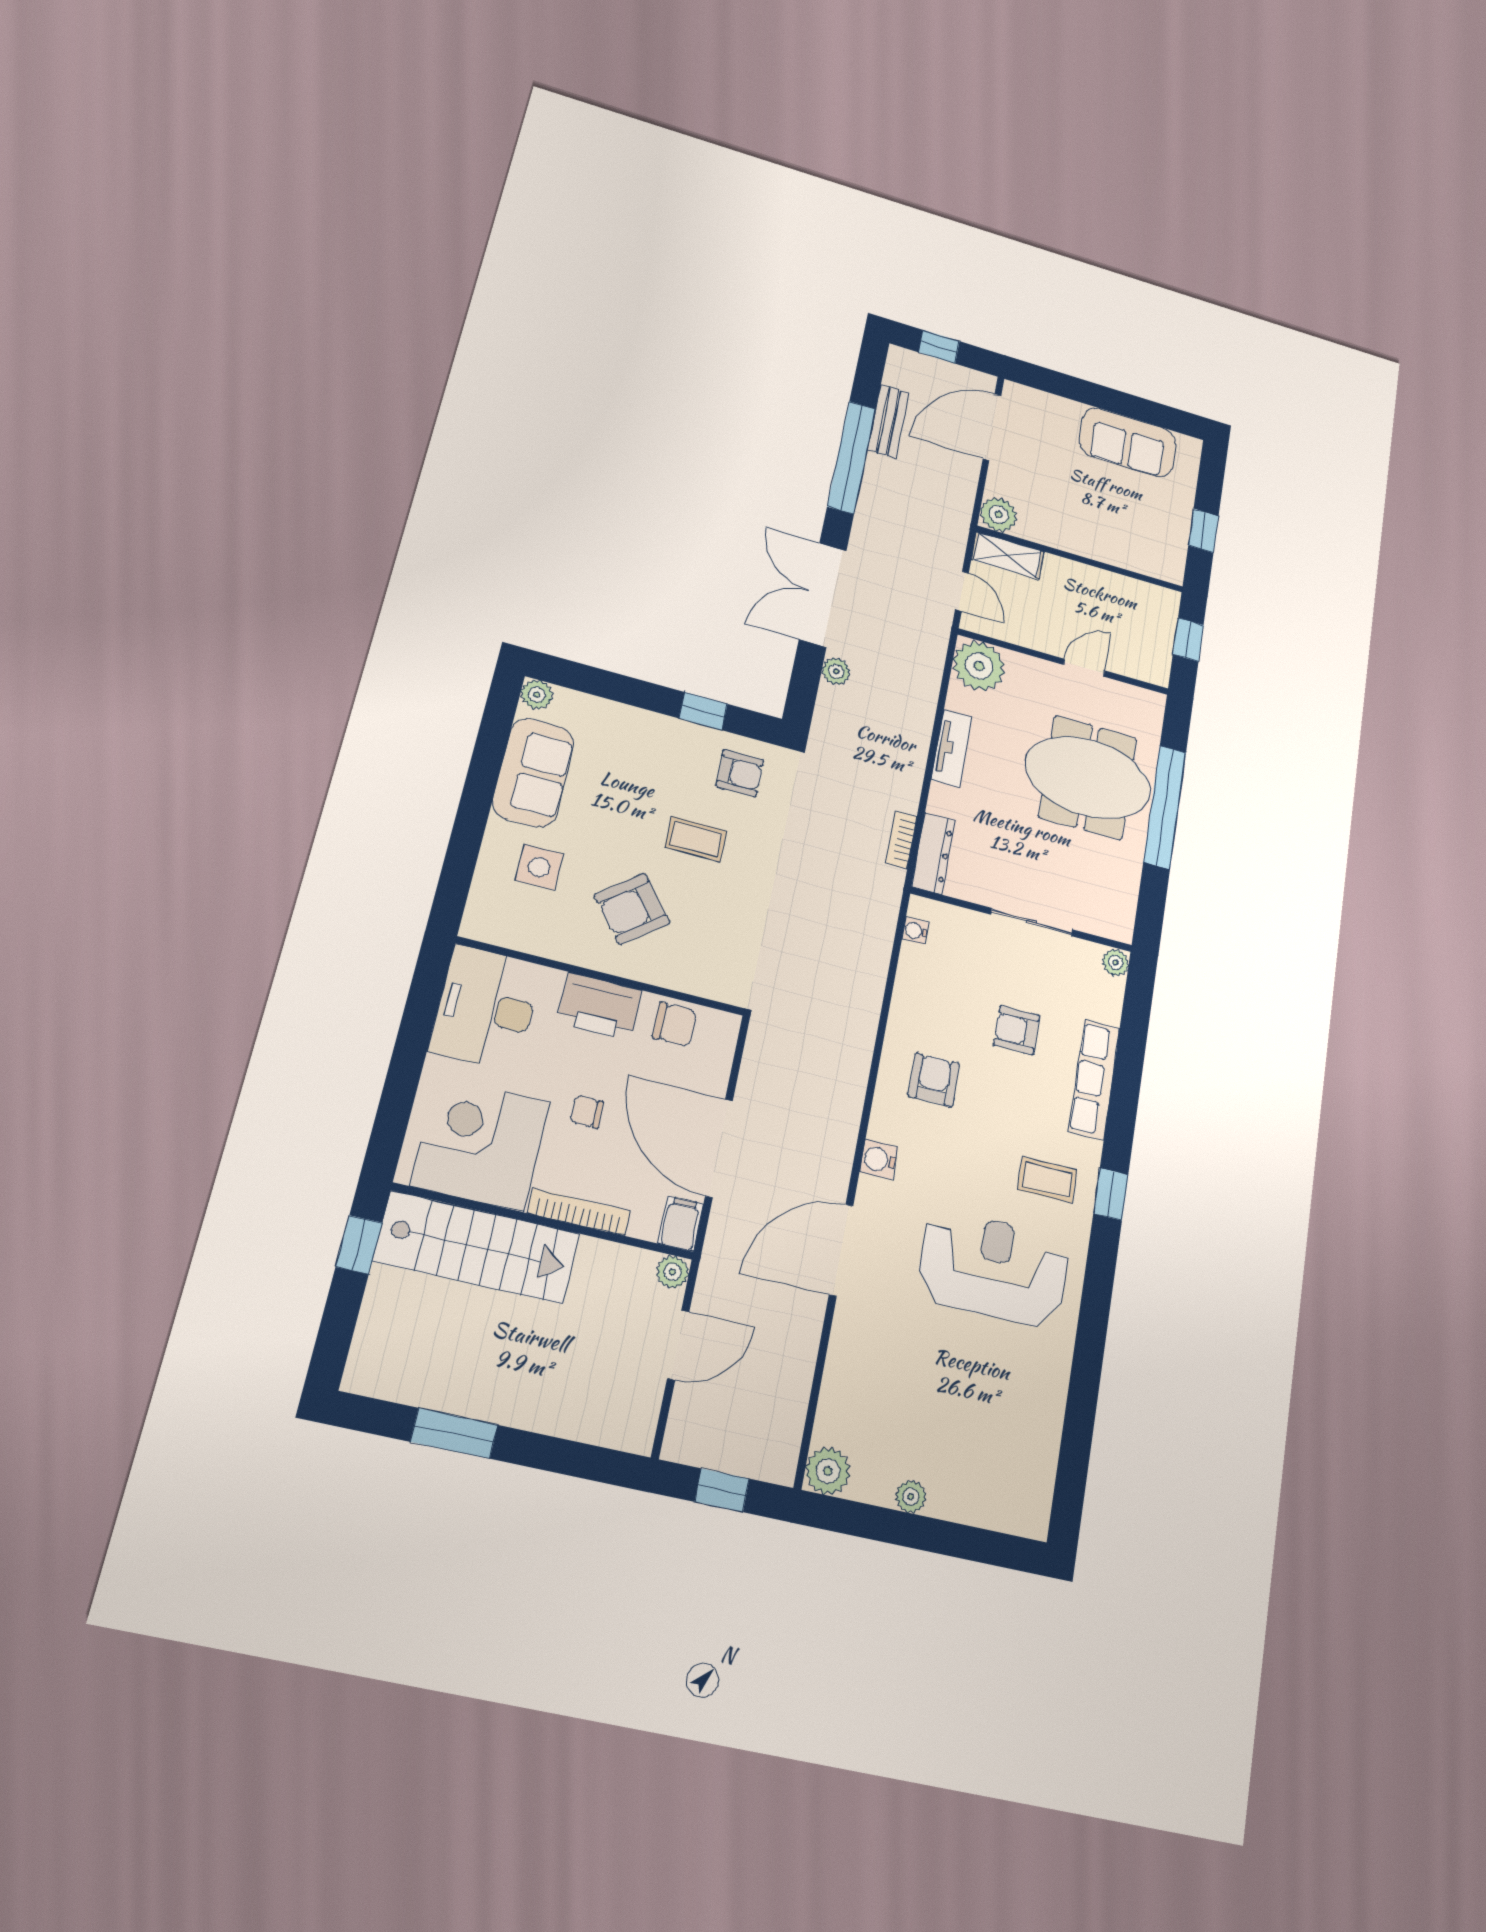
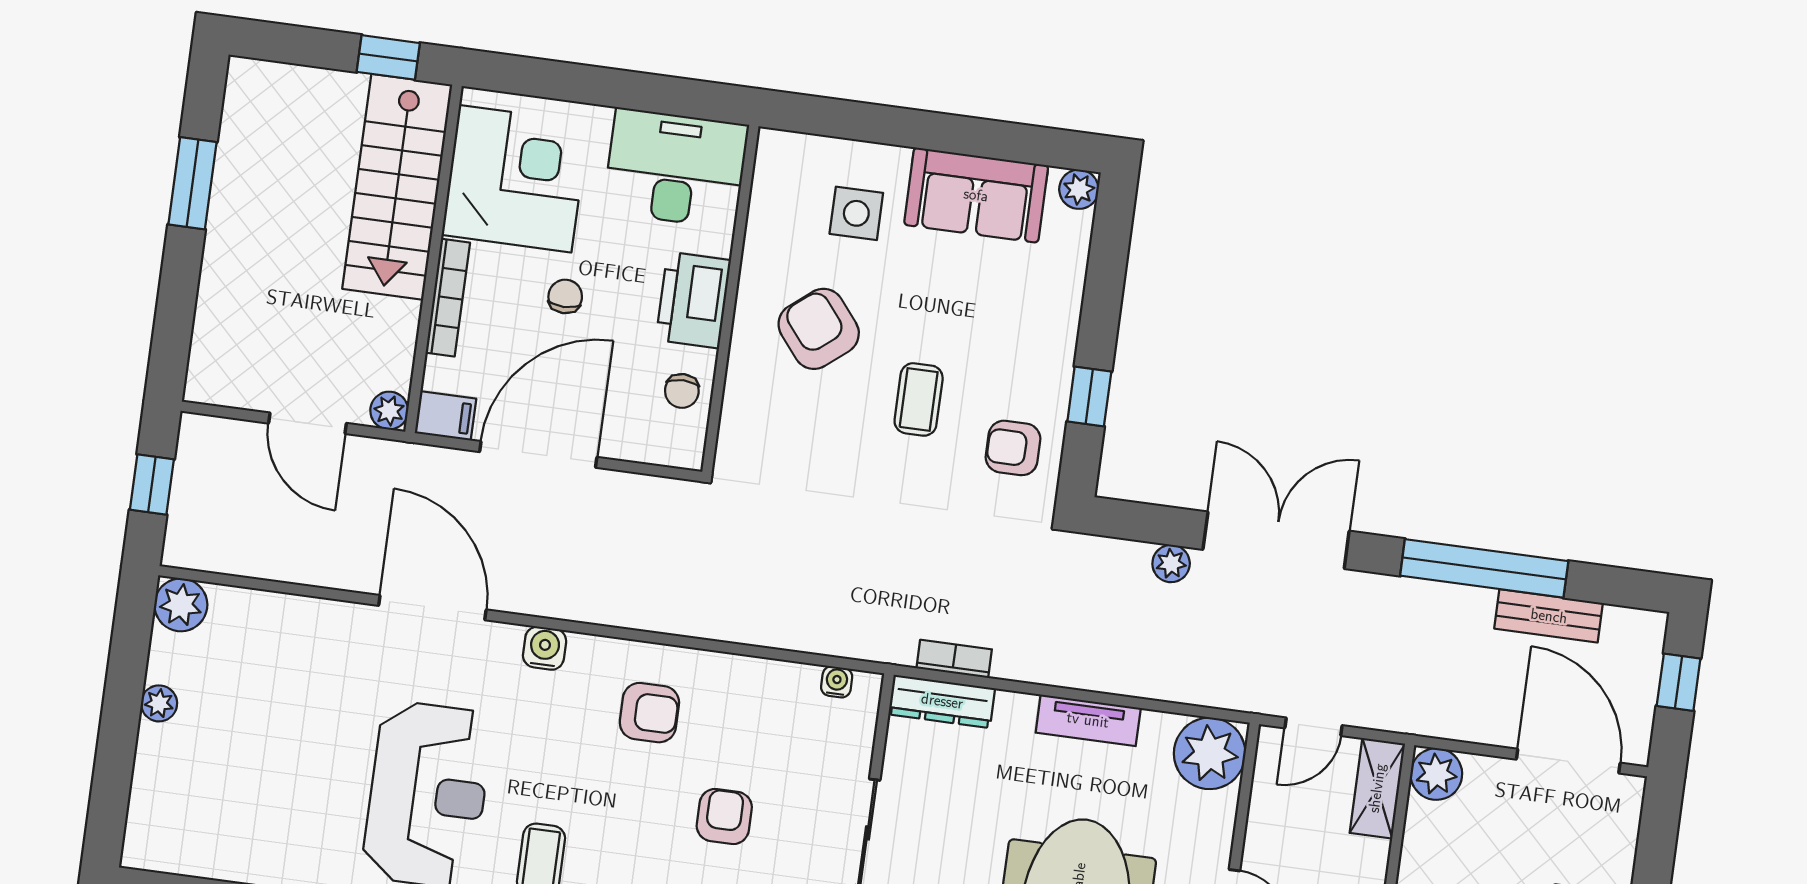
armchair: (740, 773) -> (1013, 448), turned 90
chair: (675, 1024) -> (682, 391), width x0.73, depth x0.73

